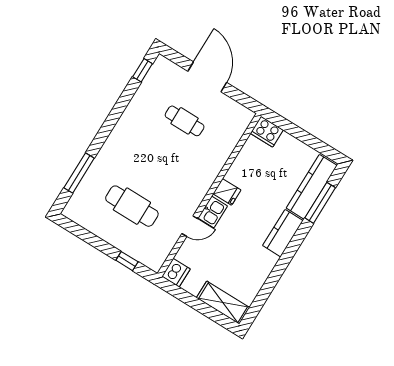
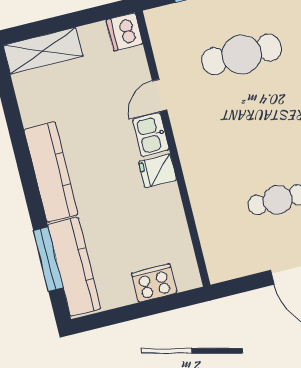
cooker: (267, 132) -> (154, 283), moved
kitchen counter: (283, 233) -> (51, 172), width x1.50

